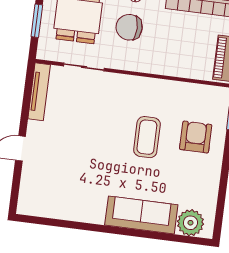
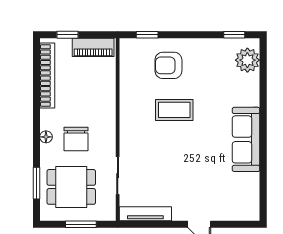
window: (220, 212) -> (234, 35), added
sofa: (141, 215) -> (246, 139), moved

